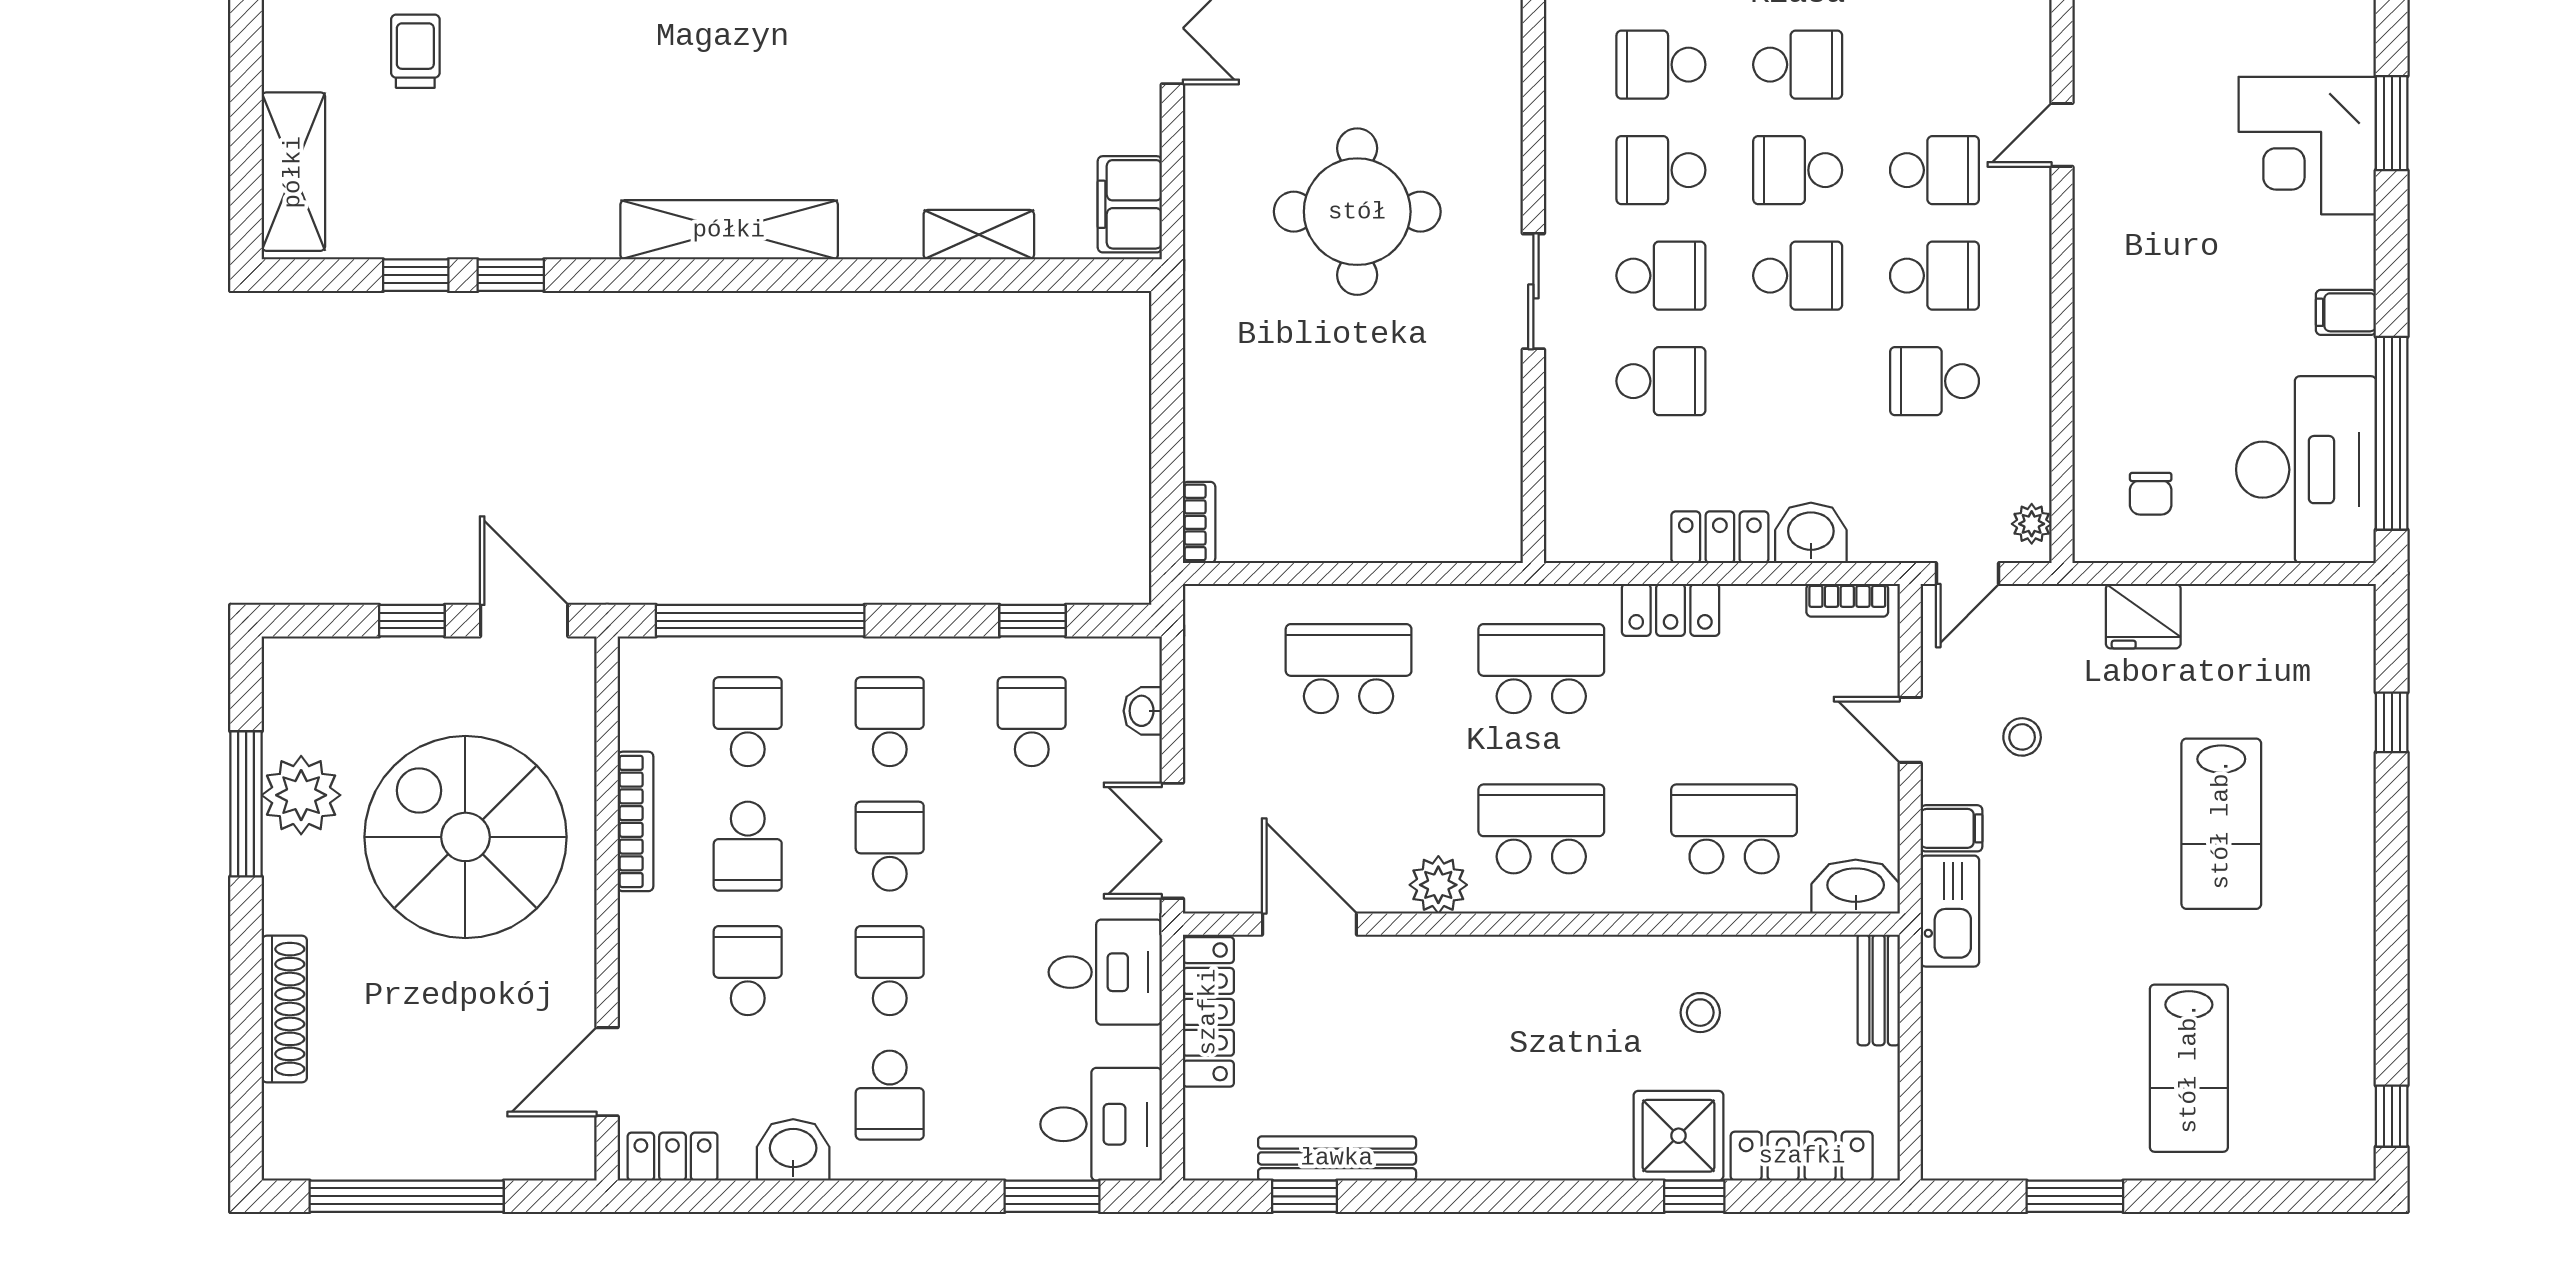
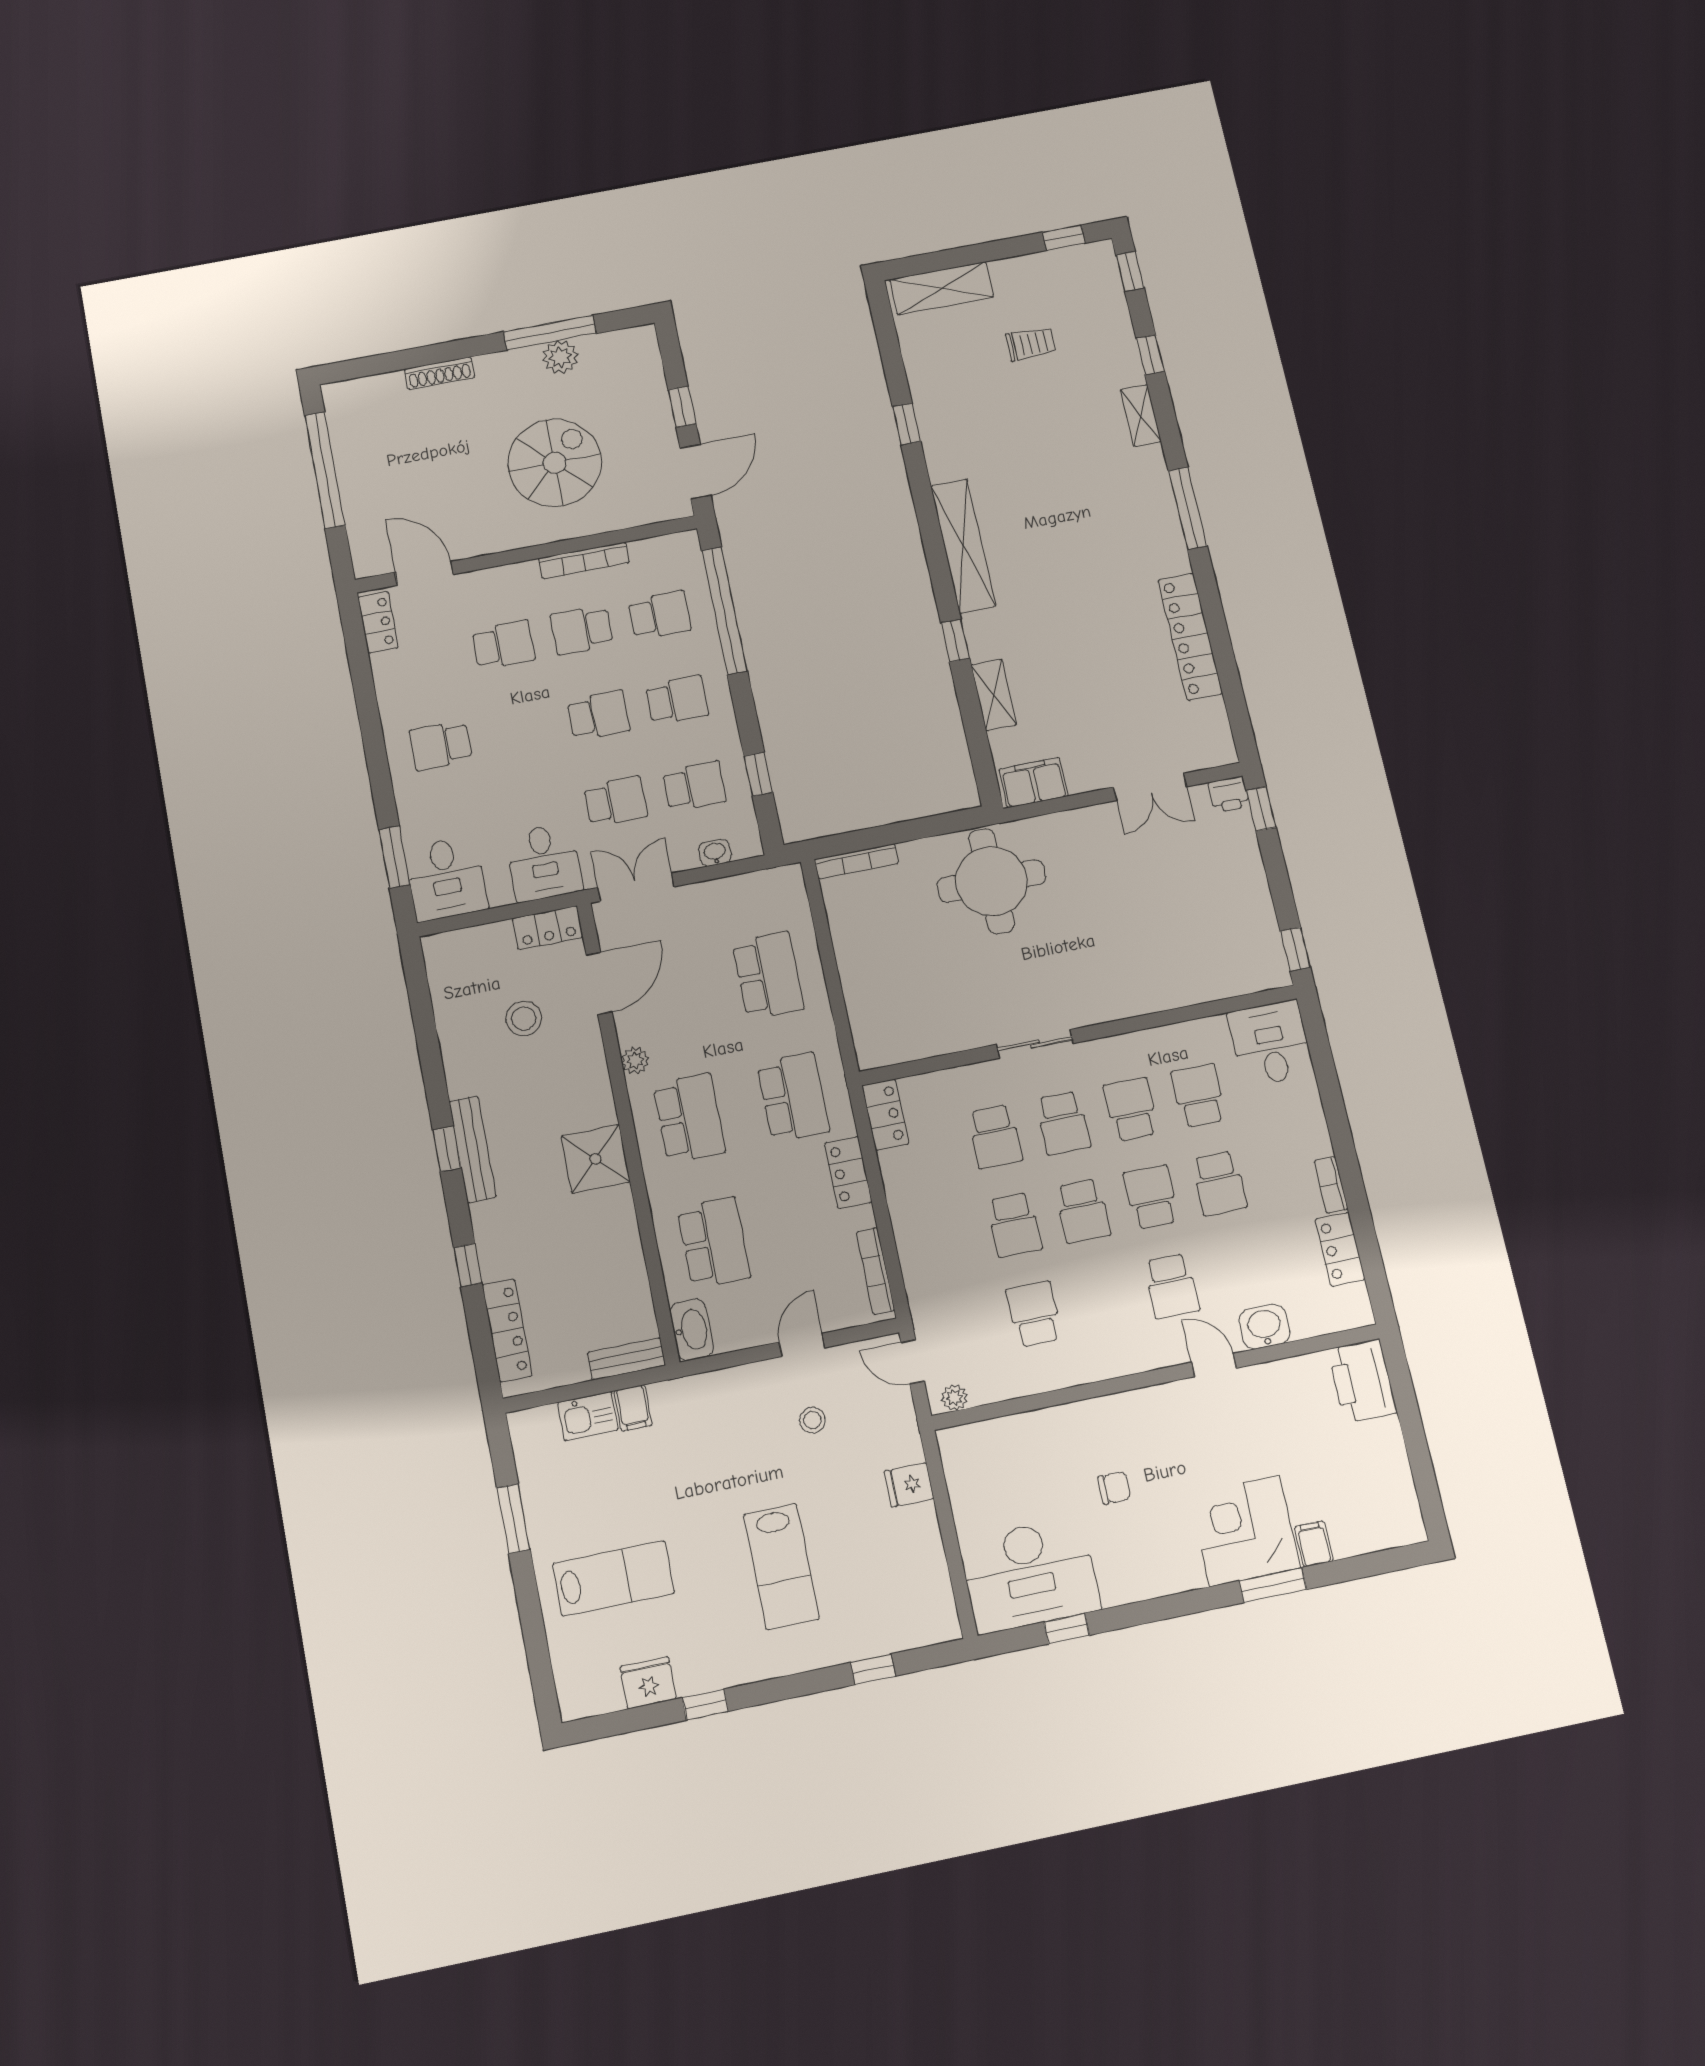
round table: (1357, 212) -> (991, 881), moved
window: (416, 275) -> (955, 641), moved
school desk: (1934, 276) -> (1014, 1225), moved
filing cabinet: (2346, 312) -> (1314, 1544), moved
window: (2392, 433) -> (1067, 1629), width x0.32
chair: (2151, 494) -> (1114, 1488), moved, turned 180
bookcase: (1199, 522) -> (856, 861), width x1.56
washbasin: (1811, 533) -> (1264, 1327), moved, turned -90
locker: (1720, 537) -> (885, 1115), moved
bookcase: (1847, 600) -> (875, 1271), width x1.56
fridge: (2143, 616) -> (909, 1485), width x0.72
plant: (301, 795) -> (560, 357), width x0.73, depth x0.73
lab bench: (2221, 824) -> (782, 1566), turned -90
filing cabinet: (1951, 828) -> (633, 1408), moved
spiral stairs: (465, 837) -> (555, 463), width x0.73, depth x0.73
plant: (1438, 885) -> (635, 1061), width x0.73, depth x0.73
kitchen sink: (1950, 911) -> (588, 1416), moved, width x0.73
school desk: (890, 971) -> (615, 801), moved
shoe rack: (284, 1009) -> (439, 373), width x0.74, depth x0.81
locker: (1208, 1012) -> (548, 928), width x0.66
stool: (1700, 1013) -> (524, 1019), moved, width x1.37, depth x1.37
fridge: (2345, 1047) -> (648, 1683), added
lab bench: (2189, 1068) -> (614, 1578), turned 180
window: (2392, 1116) -> (705, 1705), moved
shower: (1679, 1136) -> (596, 1159), moved
washbasin: (793, 1150) -> (395, 694), removed
bench: (1337, 1158) -> (473, 1149), moved
window: (1304, 1196) -> (447, 1149), moved

